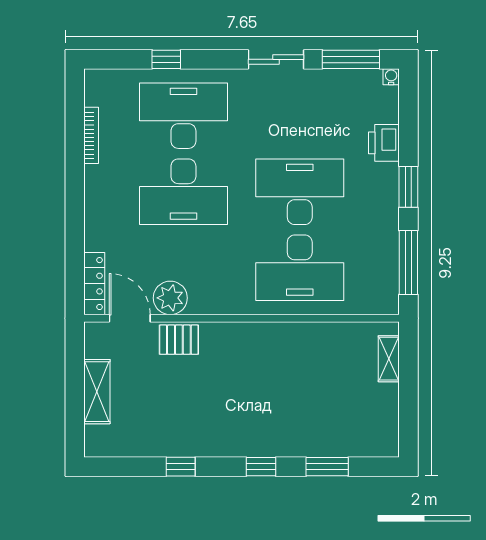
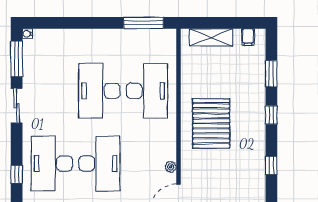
printer: (384, 143) -> (69, 38), removed
window: (408, 187) -> (96, 23), removed
plant: (170, 298) -> (171, 167), width x0.53, depth x0.53
pallet: (179, 340) -> (211, 123), moved, width x2.05, depth x2.00
shelving: (389, 359) -> (211, 37), width x1.50, depth x1.33
filing cabinet: (386, 429) -> (248, 37), added

